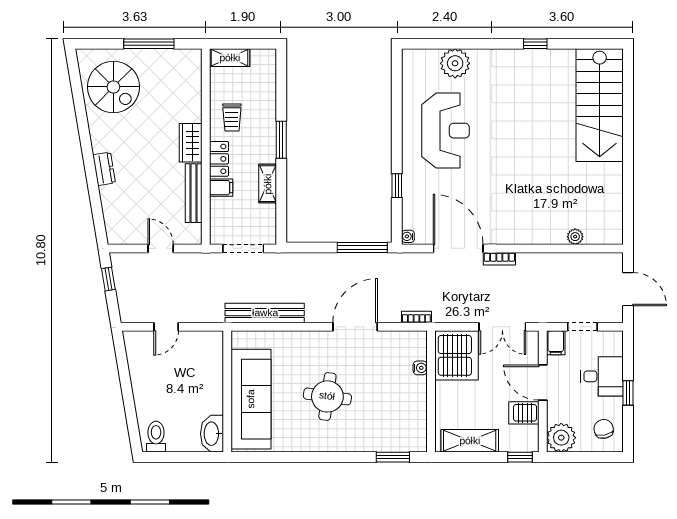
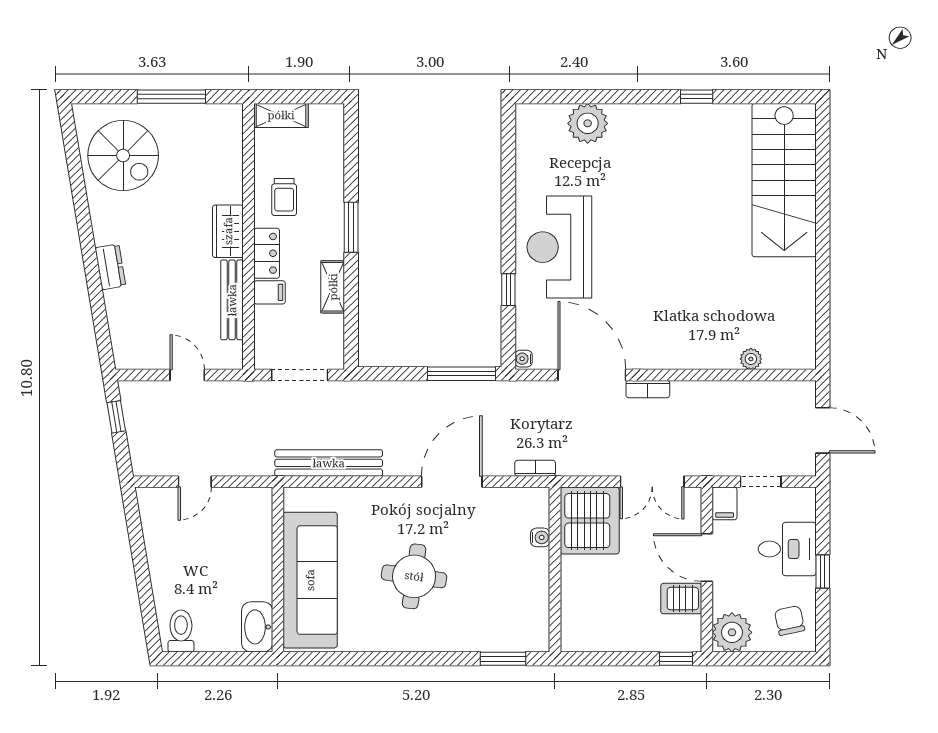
reception desk: (446, 131) -> (559, 247), moved, turned 180
shelving: (470, 441) -> (607, 637), removed

